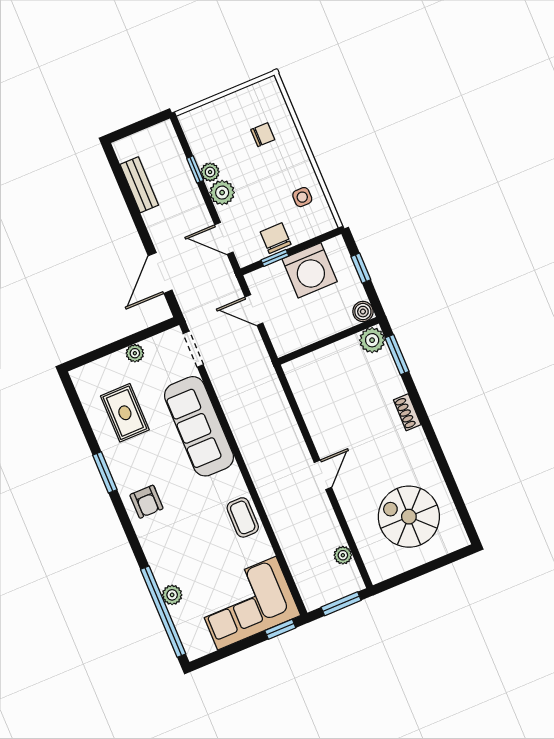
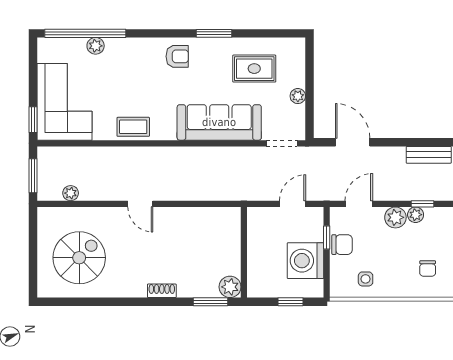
boiler: (363, 312) -> (256, 289), removed
armchair: (147, 502) -> (177, 56), turned 180

